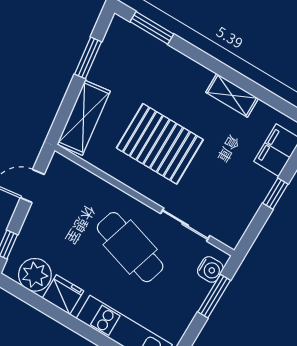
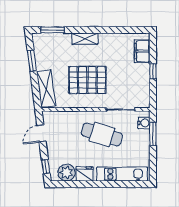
shelving: (232, 95) -> (85, 39), moved

